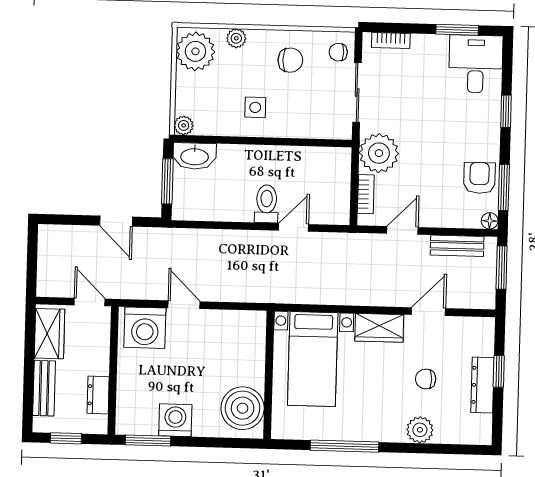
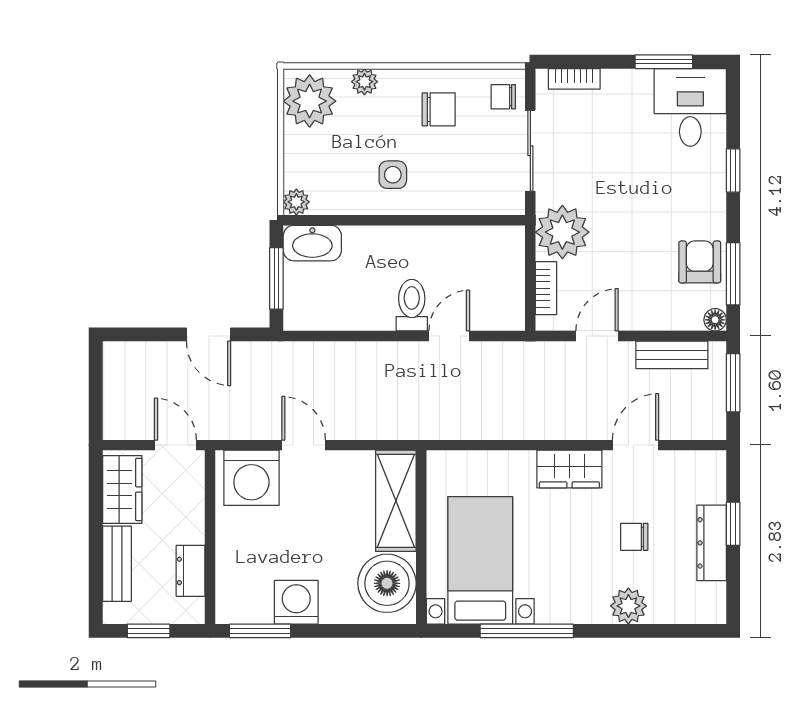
shelving: (251, 348) -> (396, 501), added
bed with nightstands: (313, 359) -> (480, 560), moved, turned 180

